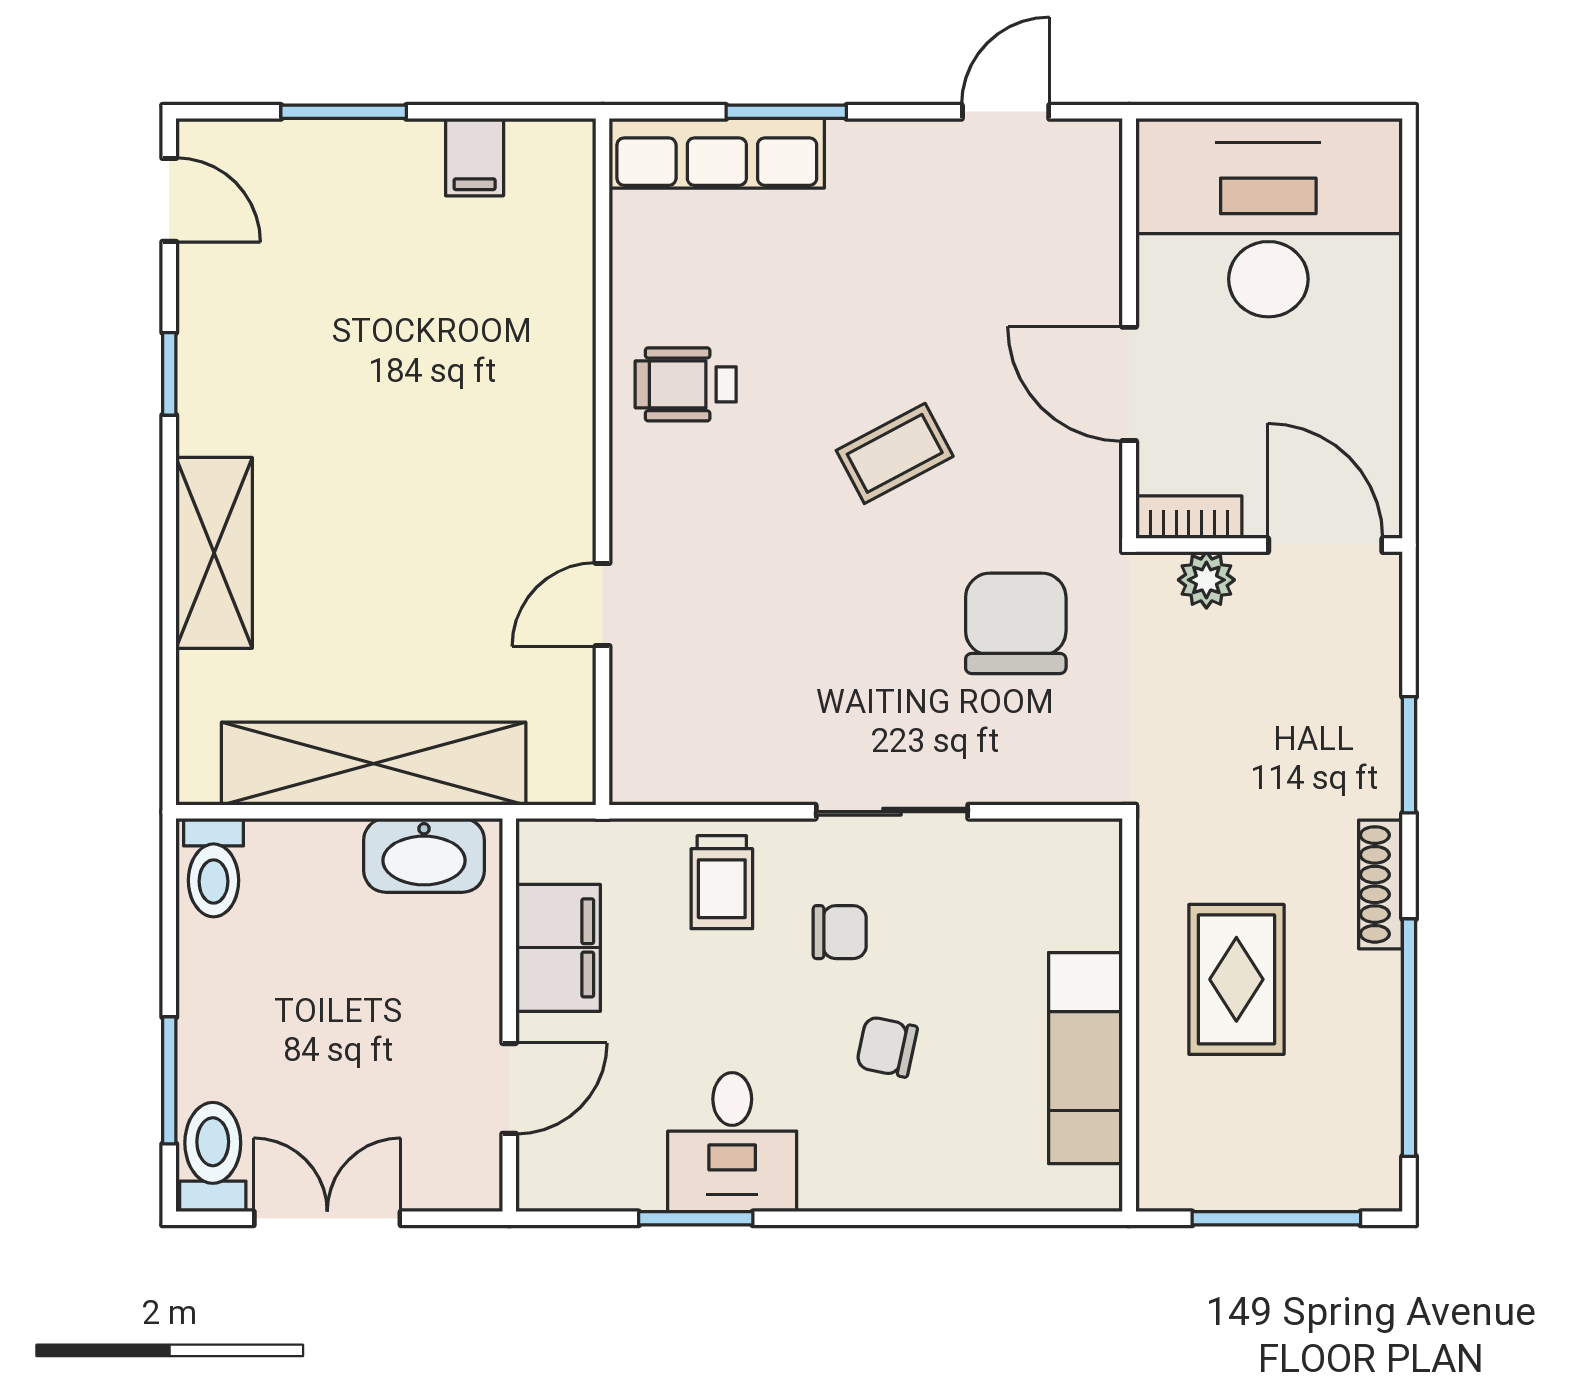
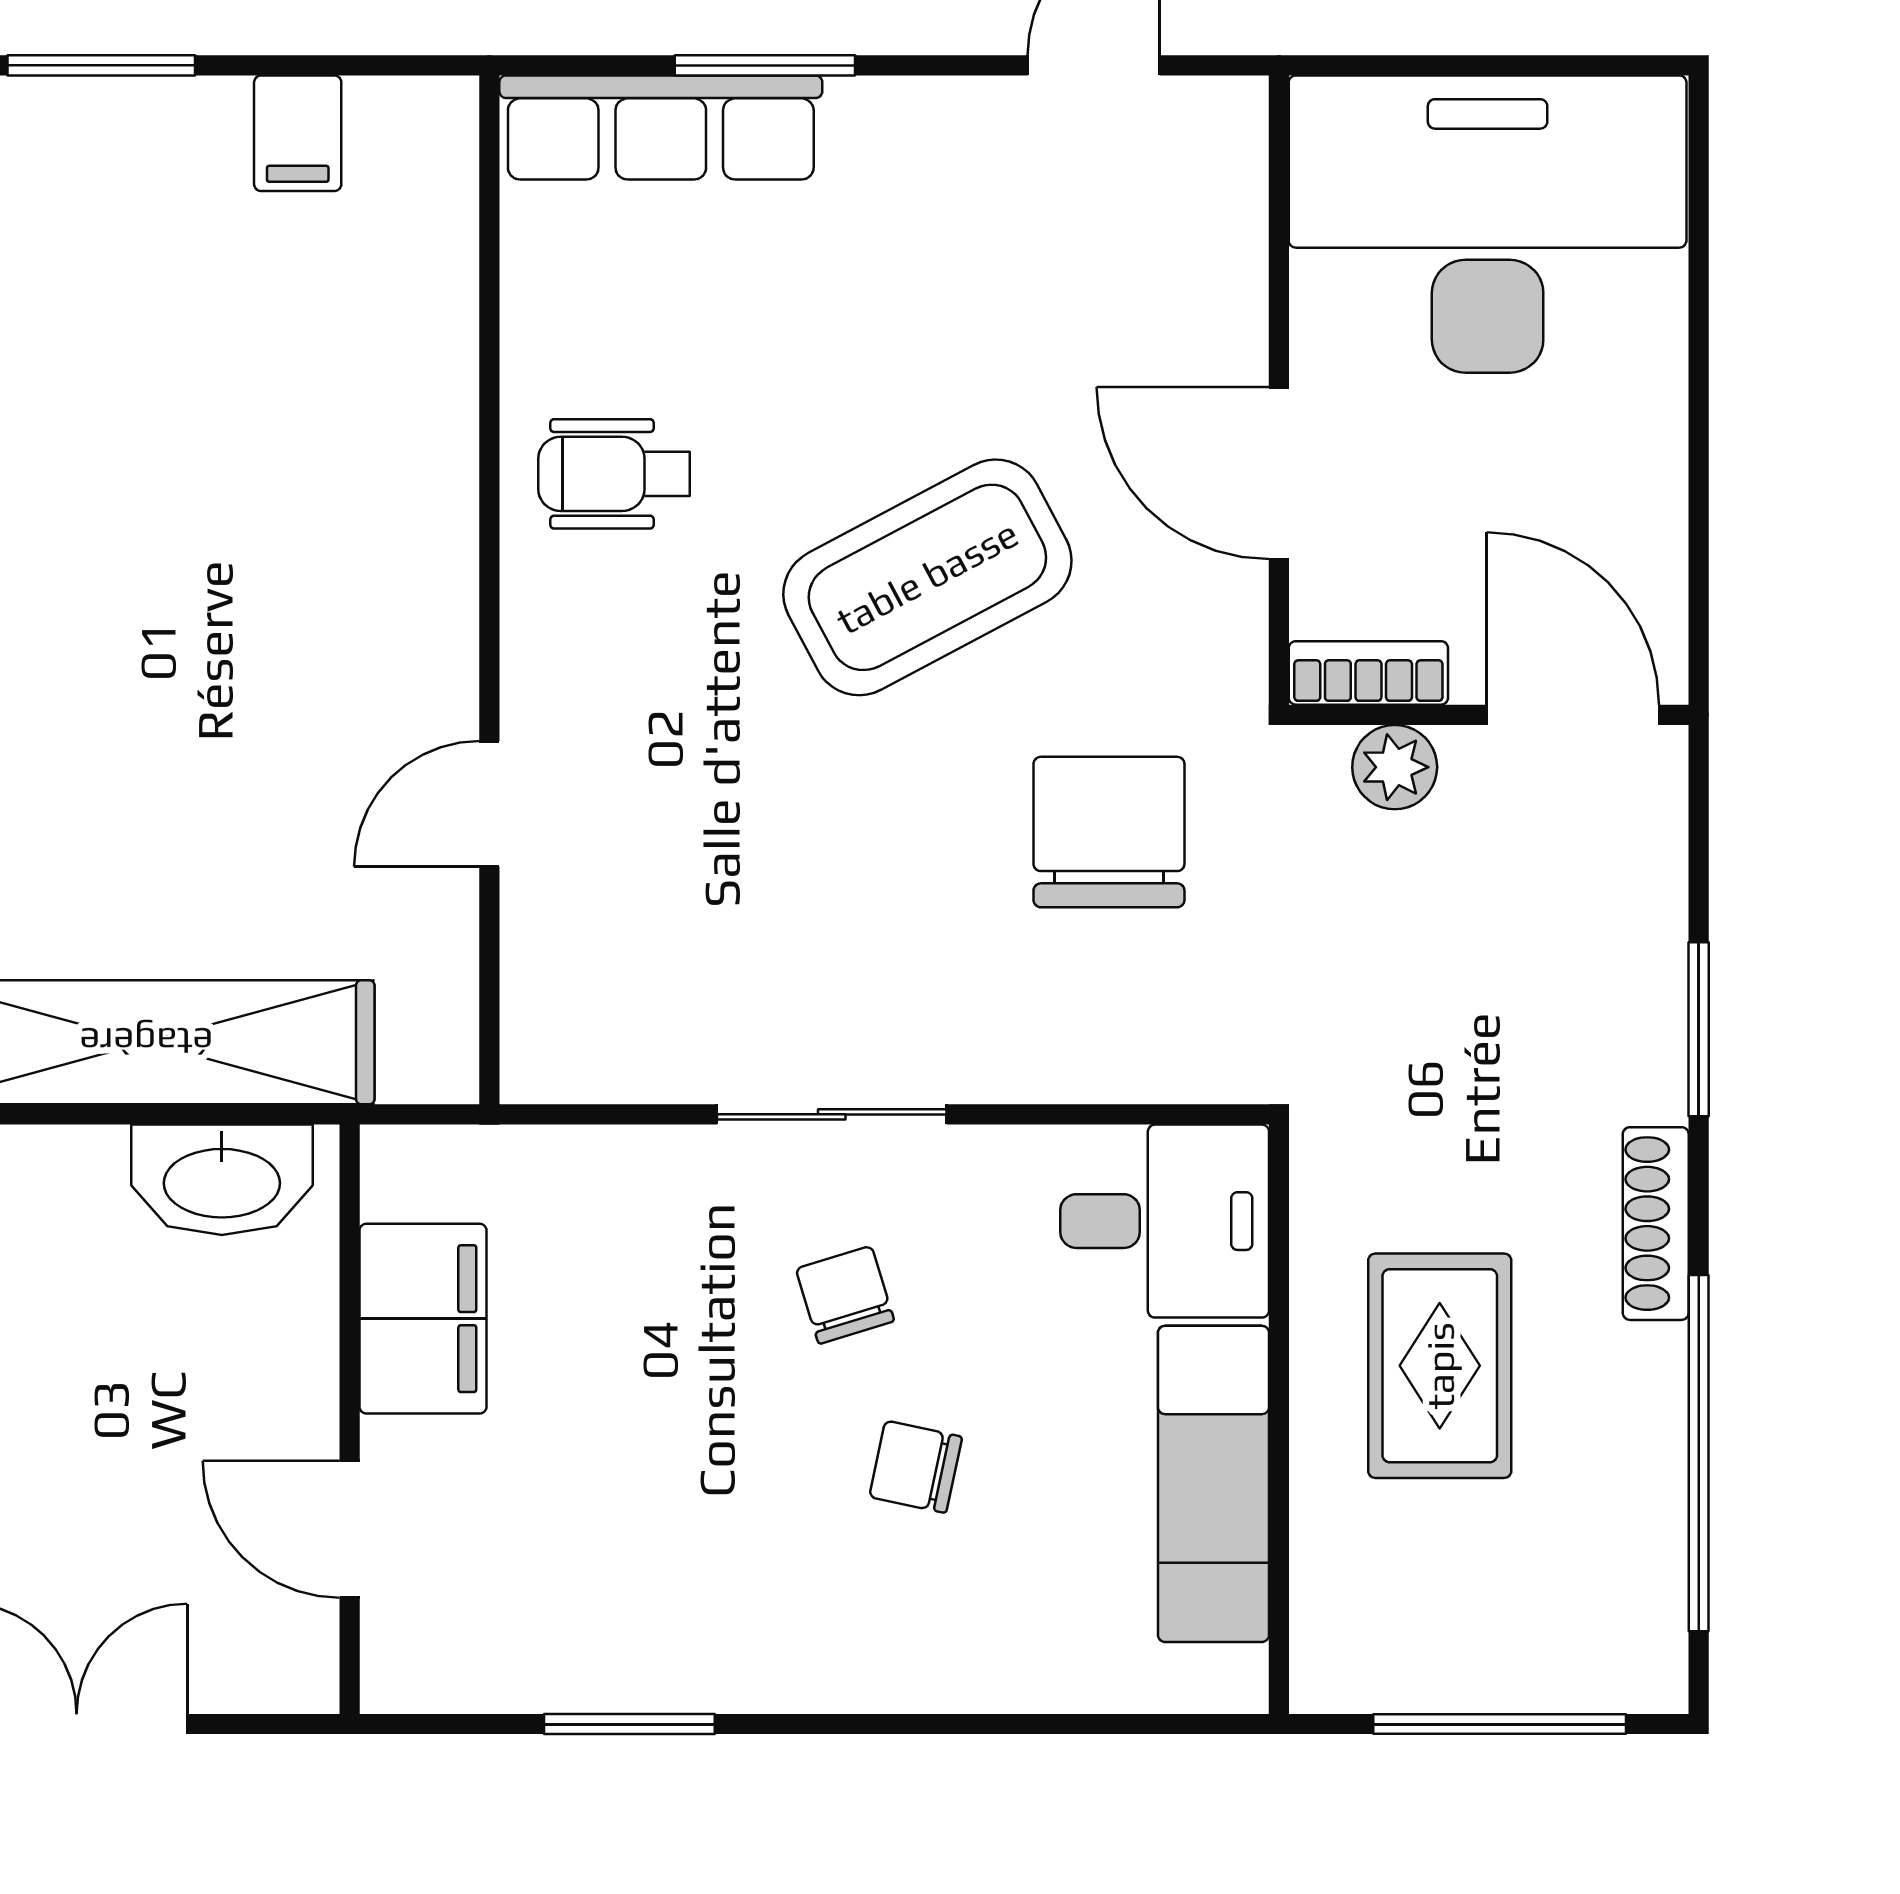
coffee table: (895, 453) -> (927, 577), width x1.86, depth x1.72
sliding door: (892, 812) -> (832, 1114), moved
trolley: (722, 882) -> (668, 1220), removed
chair: (840, 932) -> (845, 1295), turned -107
door: (509, 1088) -> (350, 1529), swing flipped
desk: (732, 1142) -> (1165, 1221), moved, turned -90

